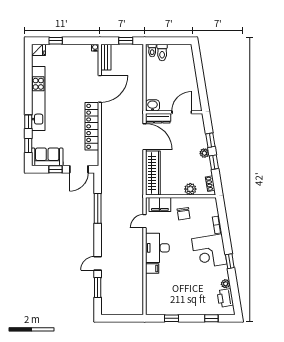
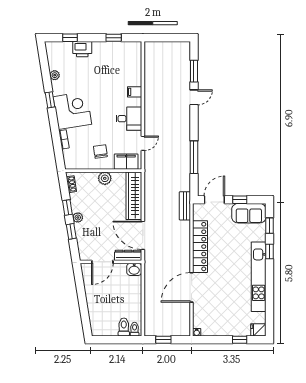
bench: (106, 57) -> (185, 206), moved
plant: (190, 189) -> (105, 178), moved
desk: (157, 248) -> (129, 119), width x0.73
printer: (225, 298) -> (82, 49), moved, turned 99

